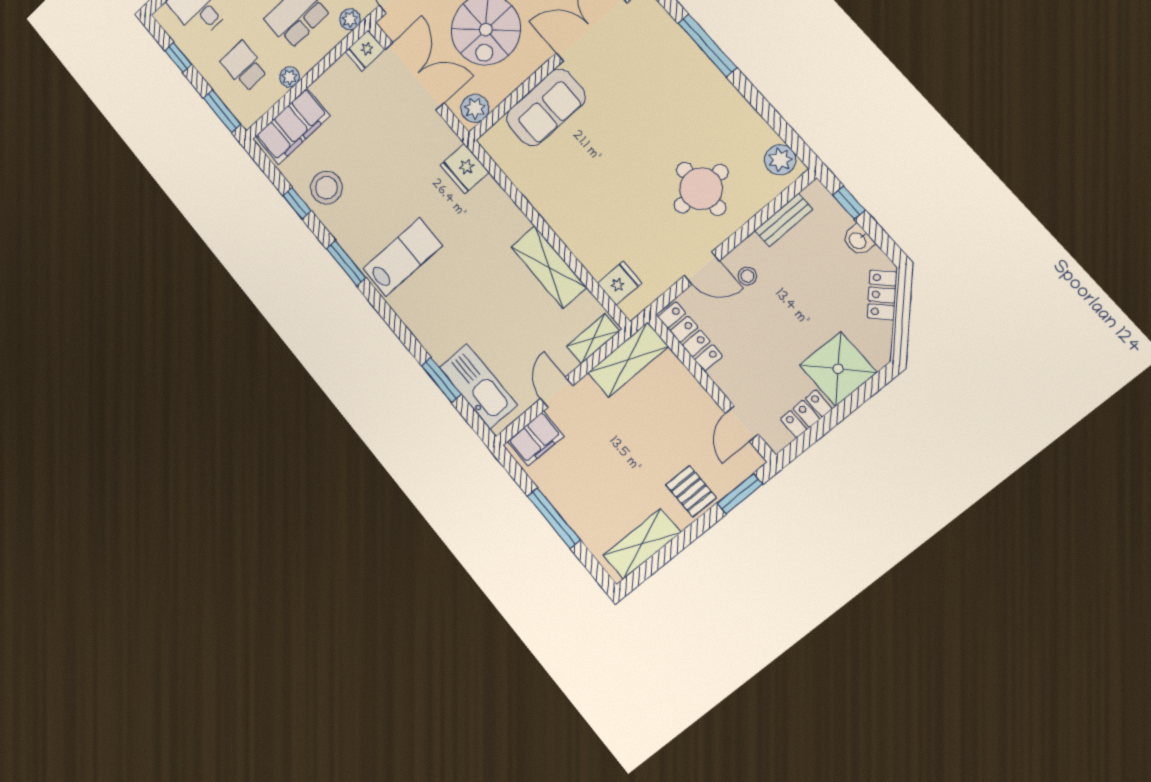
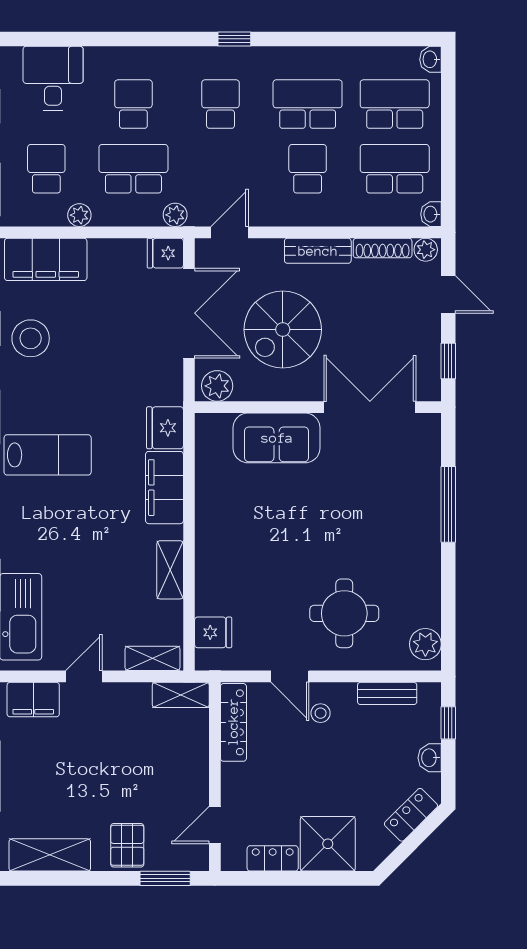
filing cabinet: (499, 210) -> (164, 488), added
shelving: (549, 267) -> (170, 570), width x0.67, depth x0.75
shelving: (628, 360) -> (181, 695), width x0.67, depth x0.75

